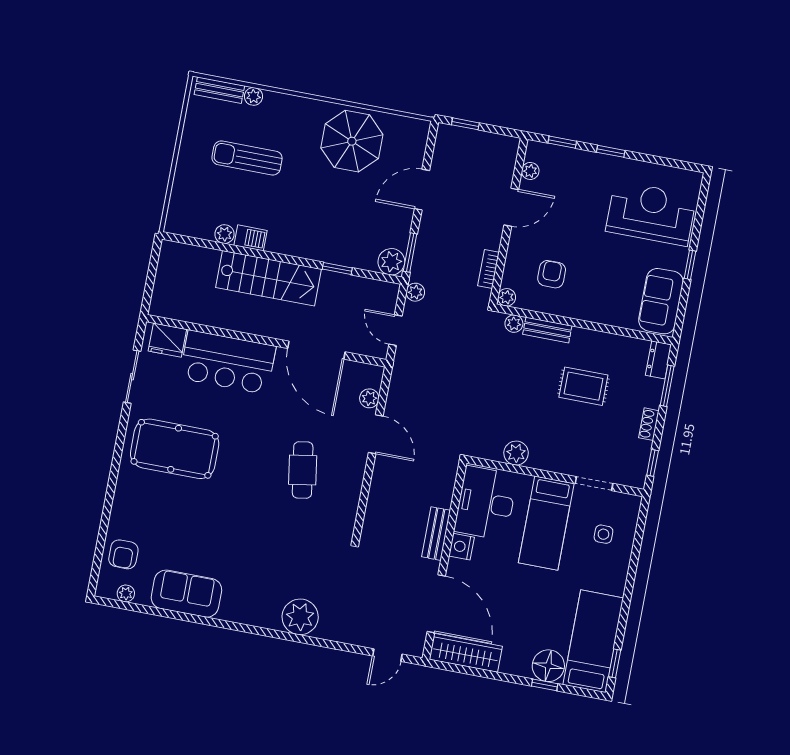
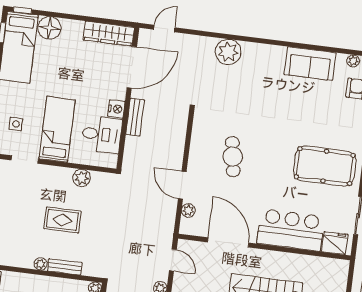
plant: (514, 324) -> (41, 264), moved
rug: (583, 386) -> (62, 220), moved
desk: (486, 503) -> (102, 135), width x0.73
door: (436, 604) -> (132, 67), swing flipped
window: (545, 685) -> (22, 11), moved

